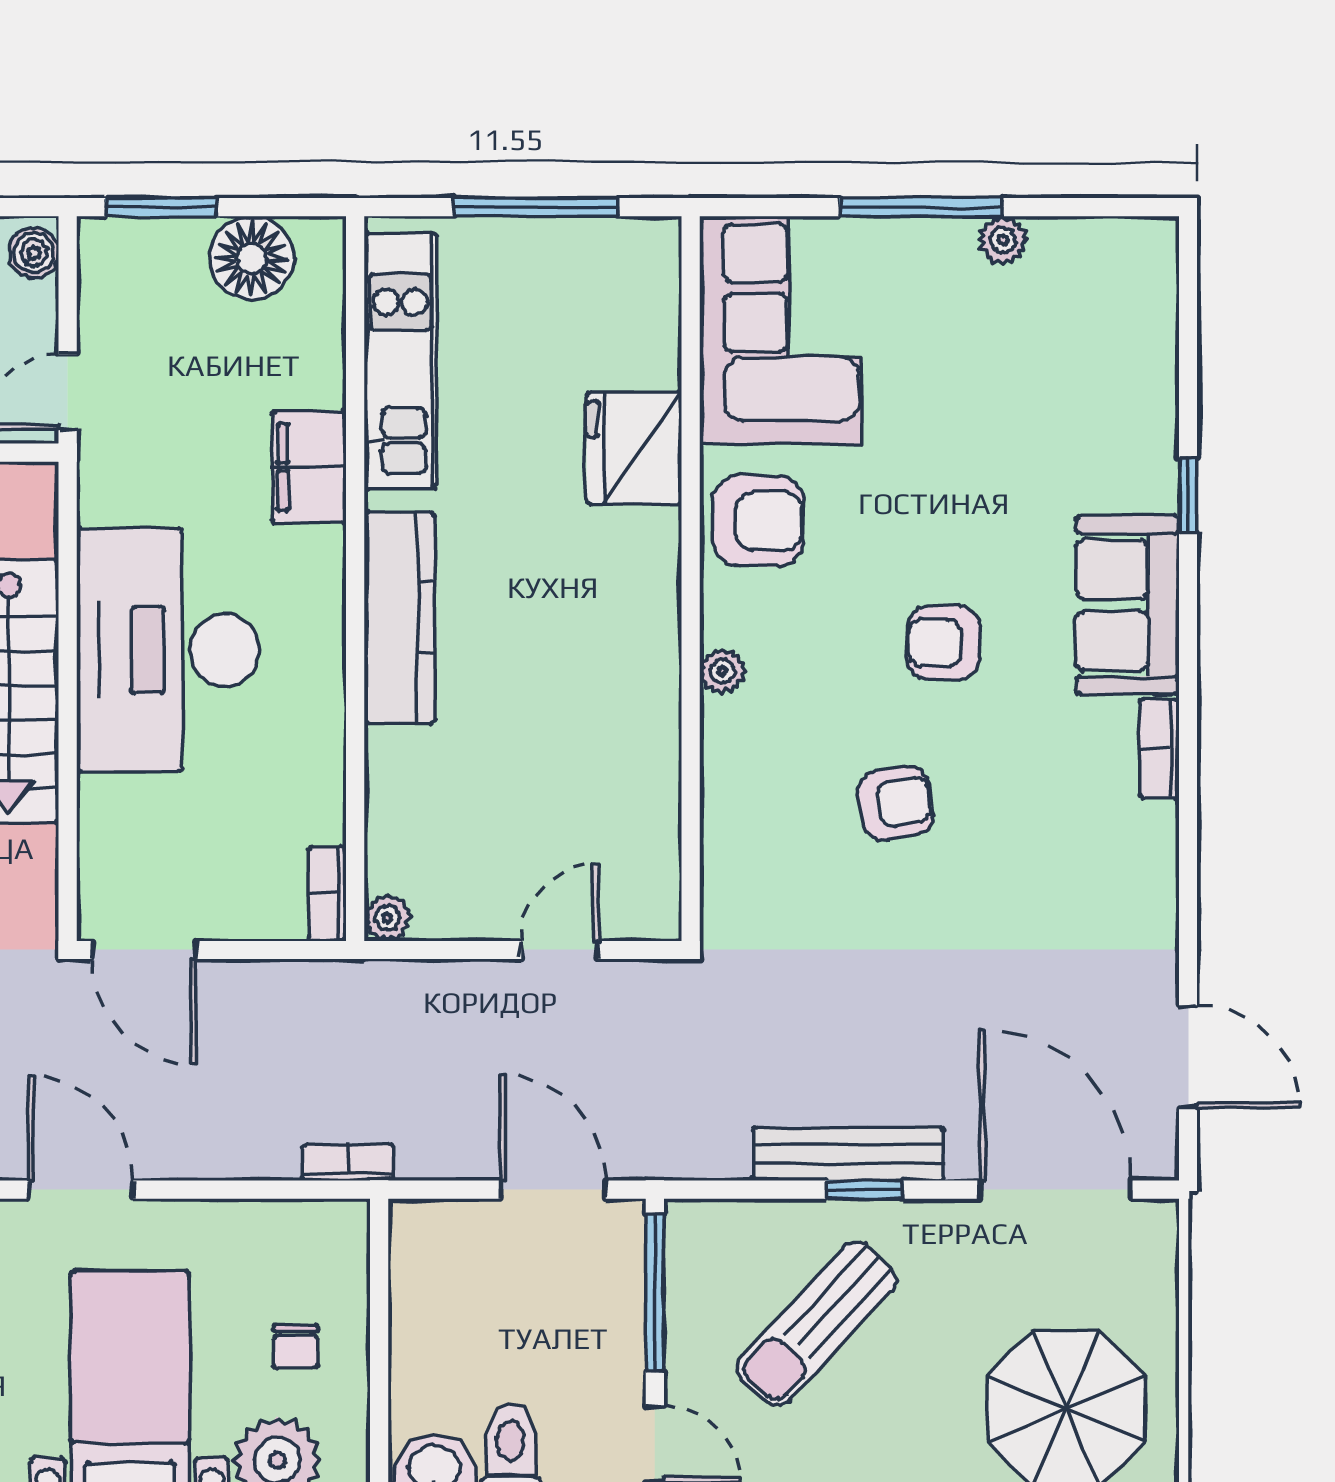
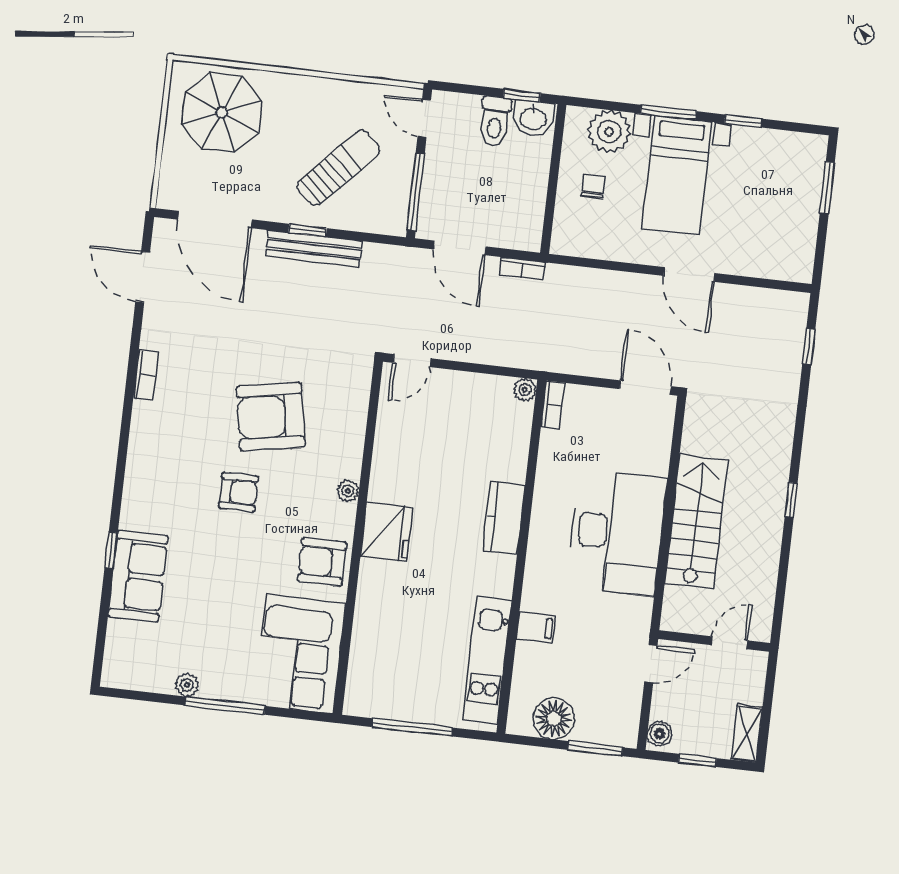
fridge: (634, 448) -> (387, 532), moved
filing cabinet: (309, 467) -> (536, 627), width x0.50
sofa: (1127, 605) -> (138, 576), moved
kitchen counter: (399, 618) -> (504, 518), width x0.67
bookcase: (1159, 748) -> (146, 375), moved
armchair: (896, 803) -> (271, 417), width x1.88, depth x1.88
door: (560, 950) -> (412, 361), moved
bookcase: (348, 1162) -> (522, 269), moved

